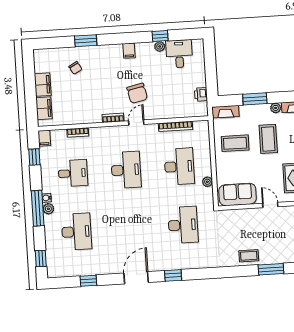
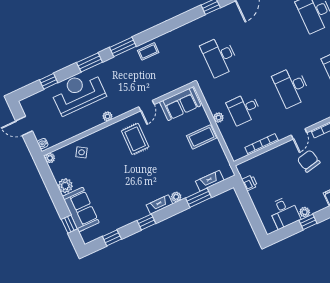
fireplace: (225, 112) -> (210, 181), moved
coffee table: (268, 139) -> (172, 166), removed
coffee table: (235, 143) -> (202, 137), moved
desk: (179, 166) -> (244, 109), width x0.73
plant: (207, 182) -> (218, 118), moved
door: (270, 205) -> (147, 106), hinge flipped

